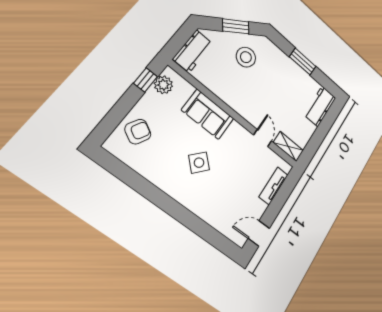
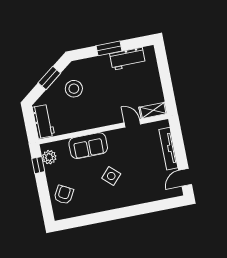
workbench: (320, 106) -> (127, 59), moved, turned -90
tv unit: (274, 186) -> (168, 149), width x1.41

